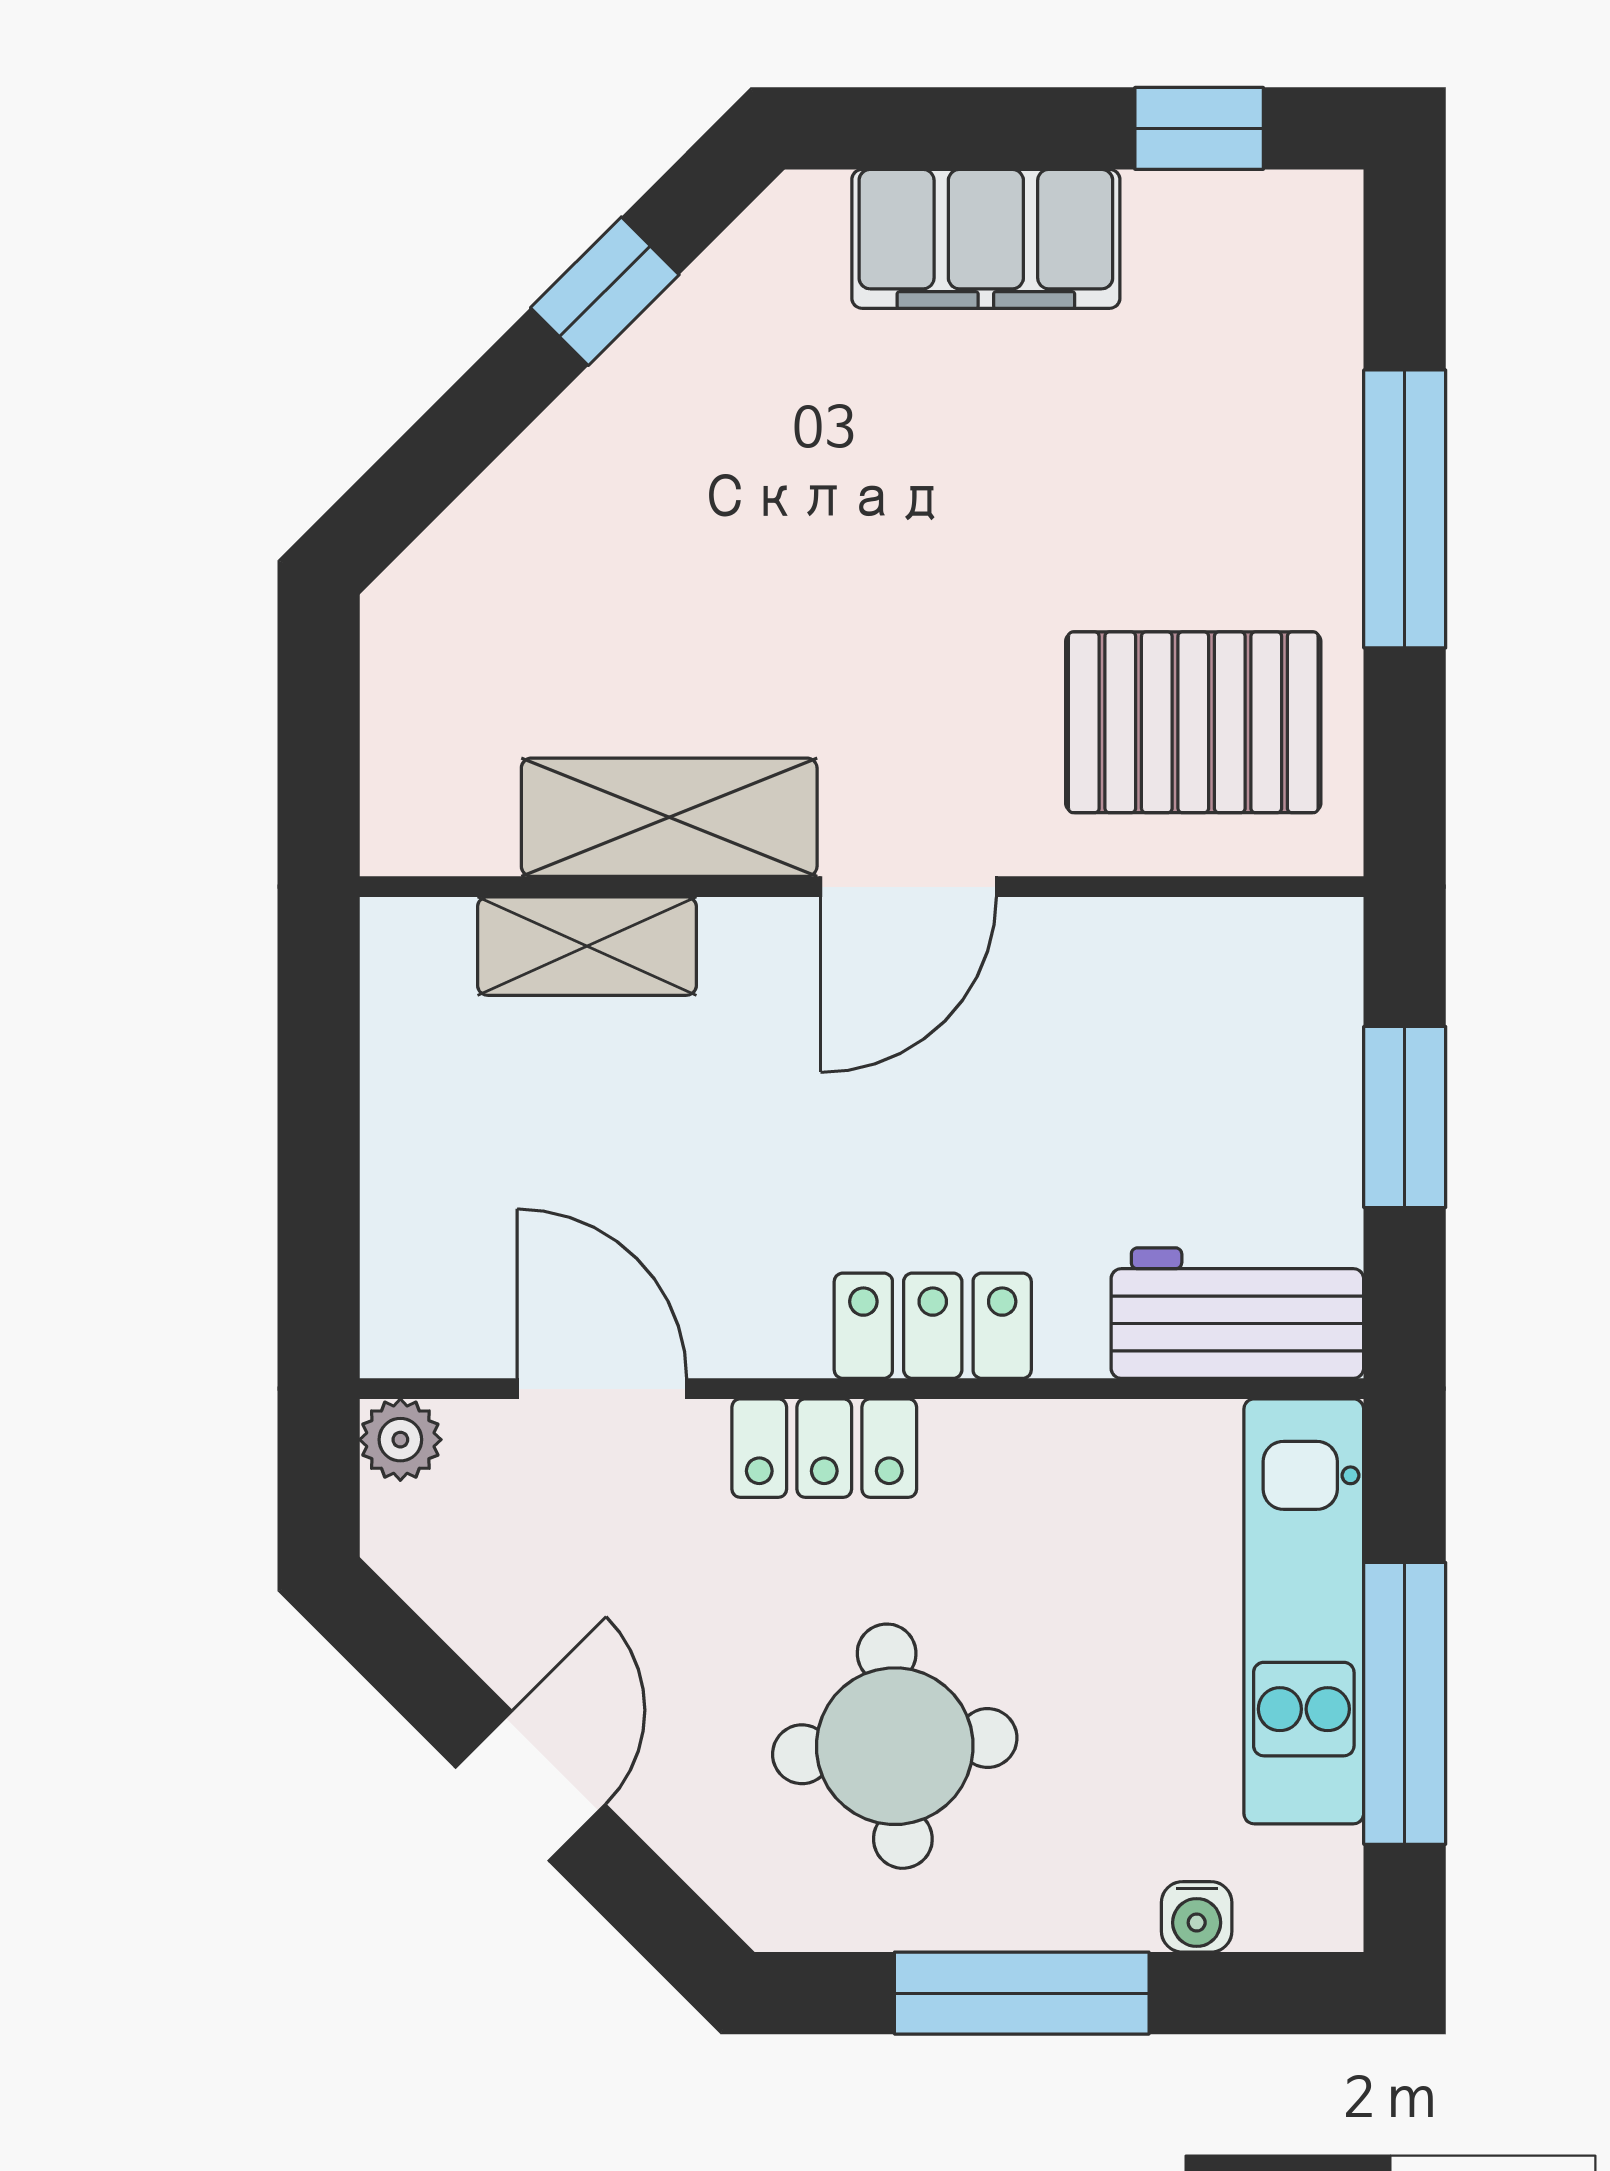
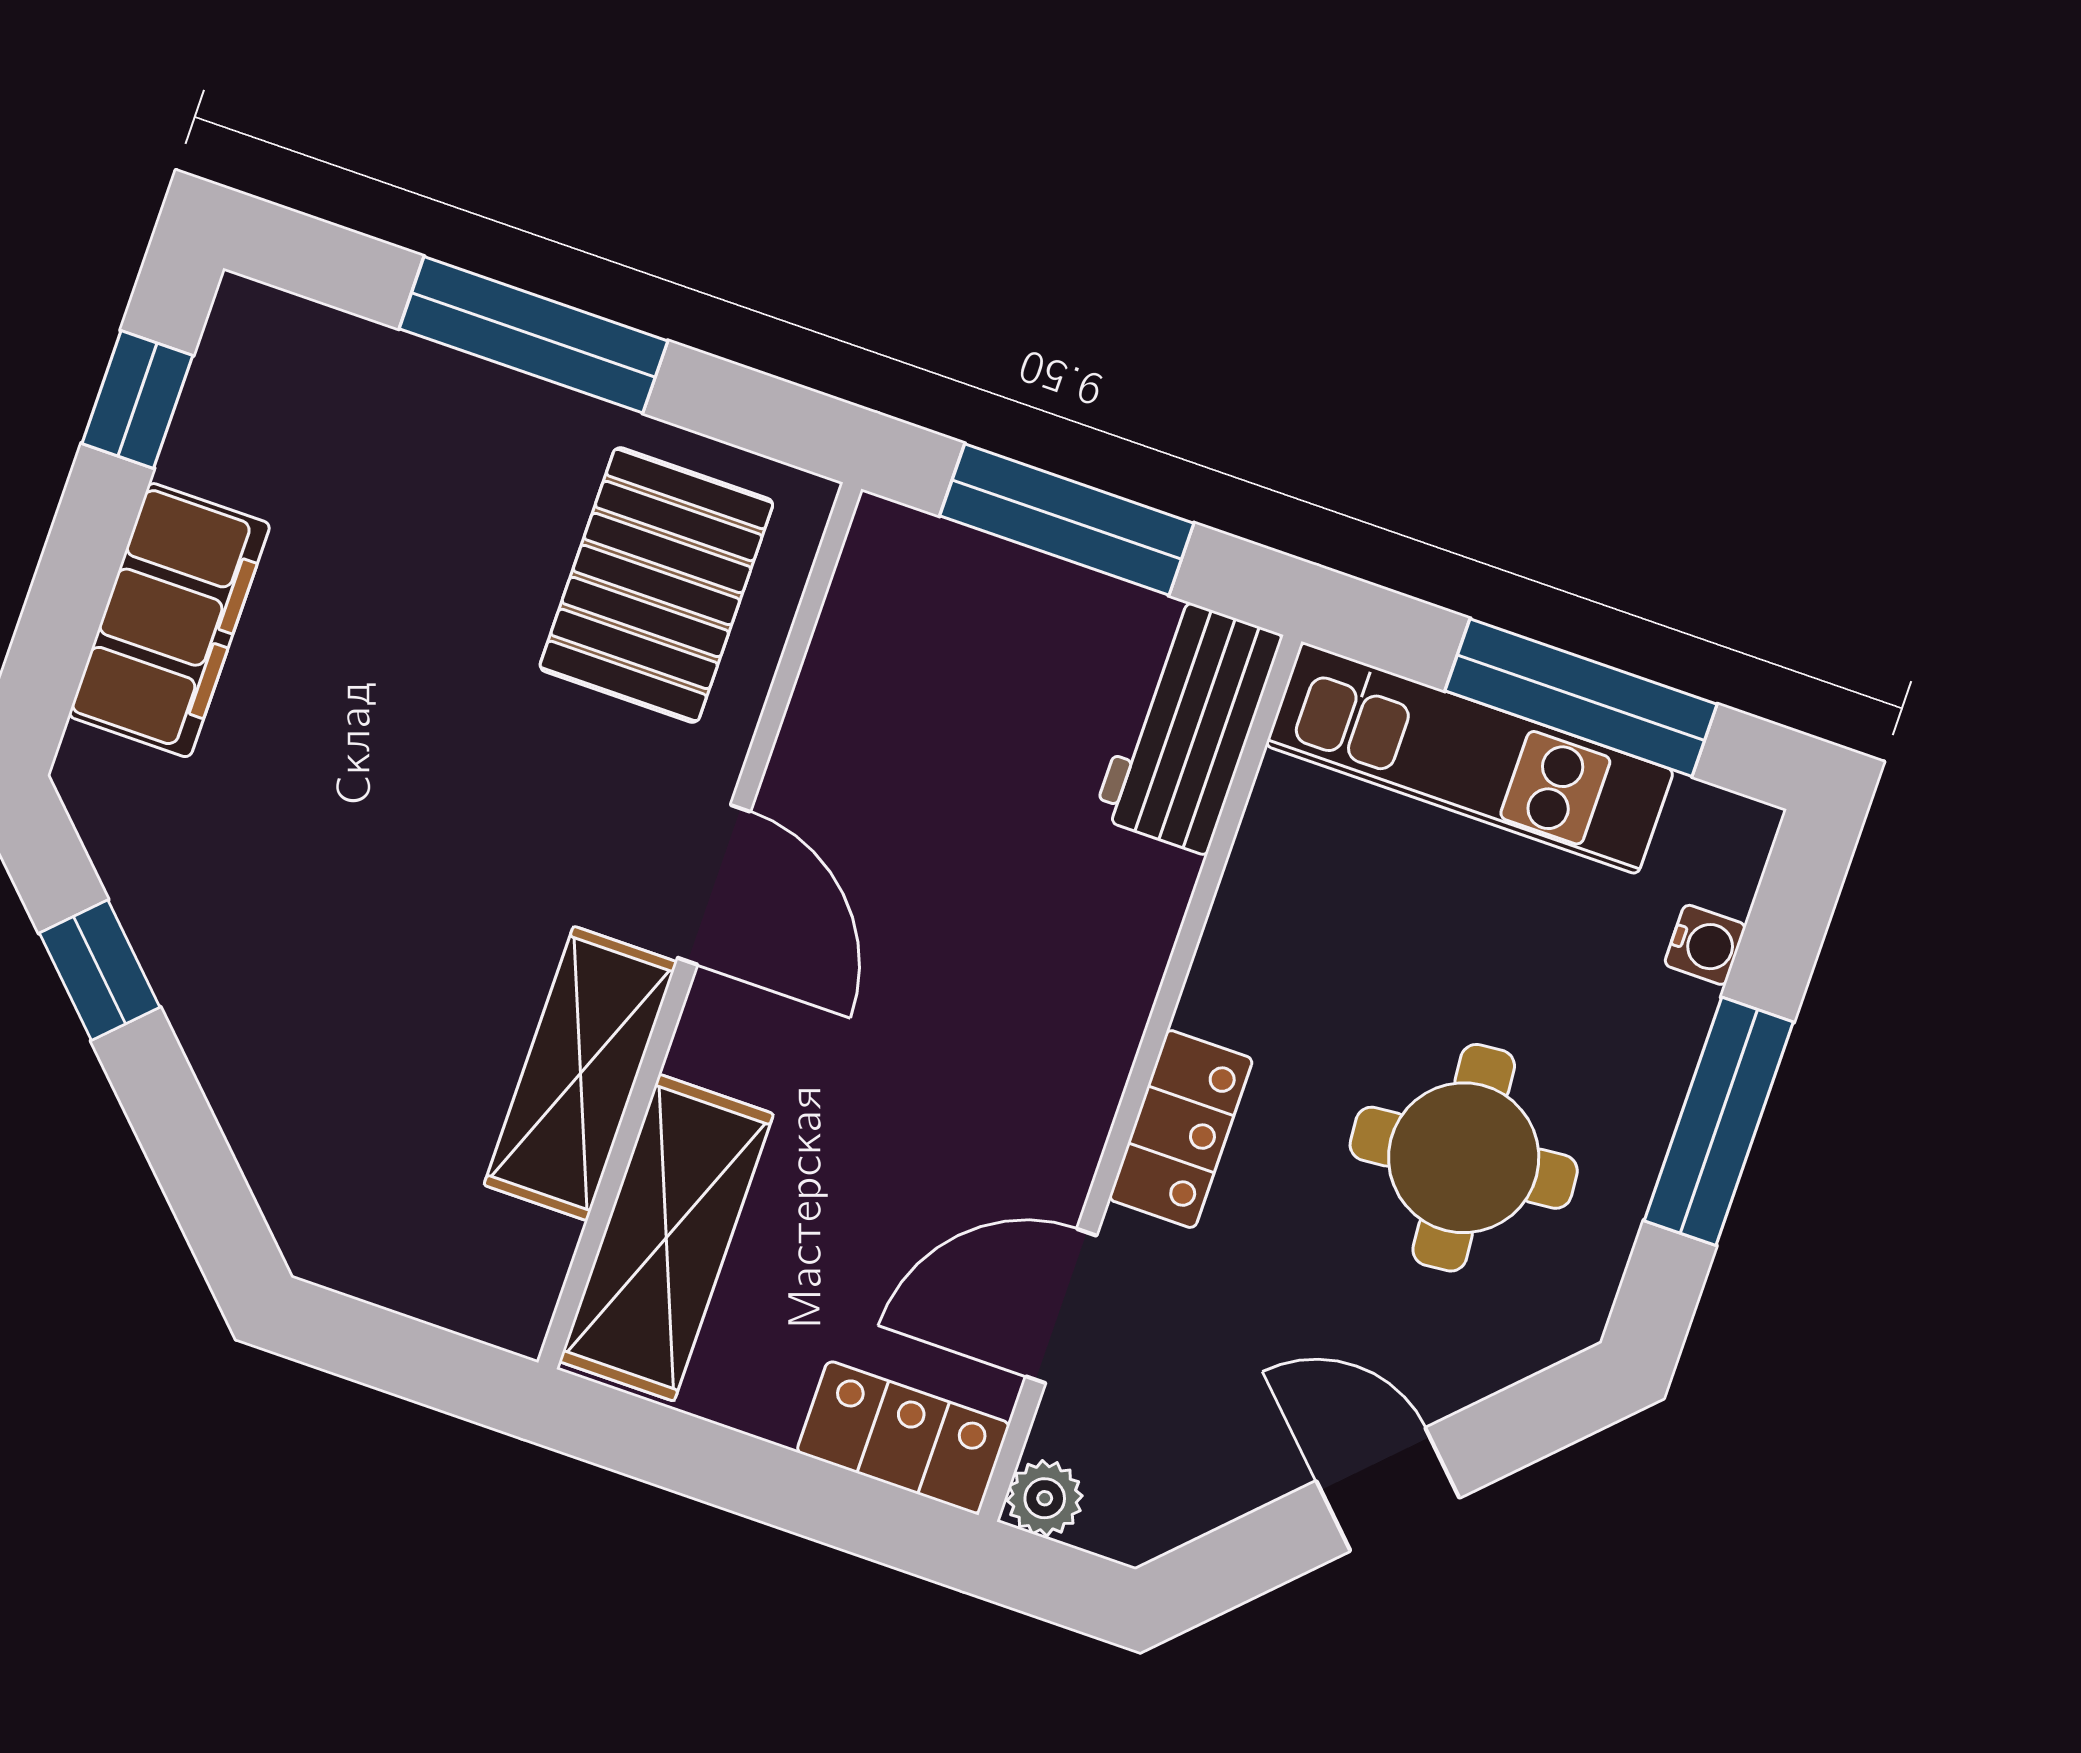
shelving: (587, 946) -> (666, 1238), width x1.50, depth x1.33
window: (1405, 1117) -> (1067, 519), width x1.44
locker: (933, 1326) -> (903, 1438), moved, turned 90

